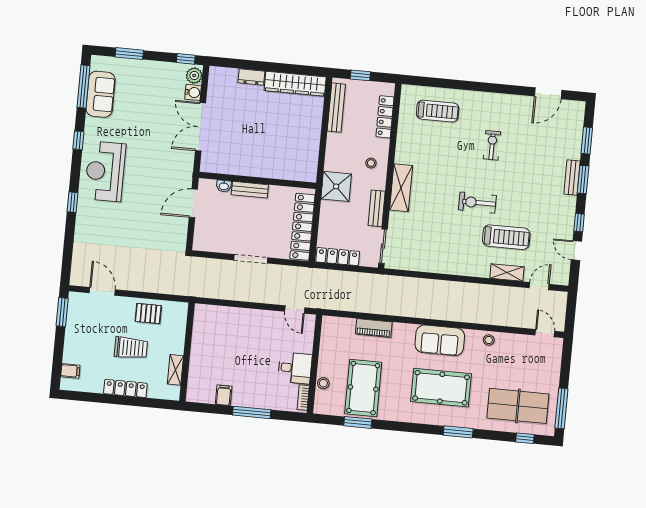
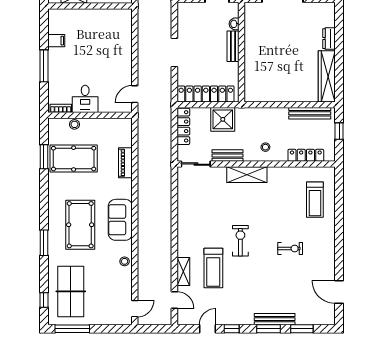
bench: (572, 177) -> (275, 319), width x1.36
shower: (336, 186) -> (223, 119), moved

